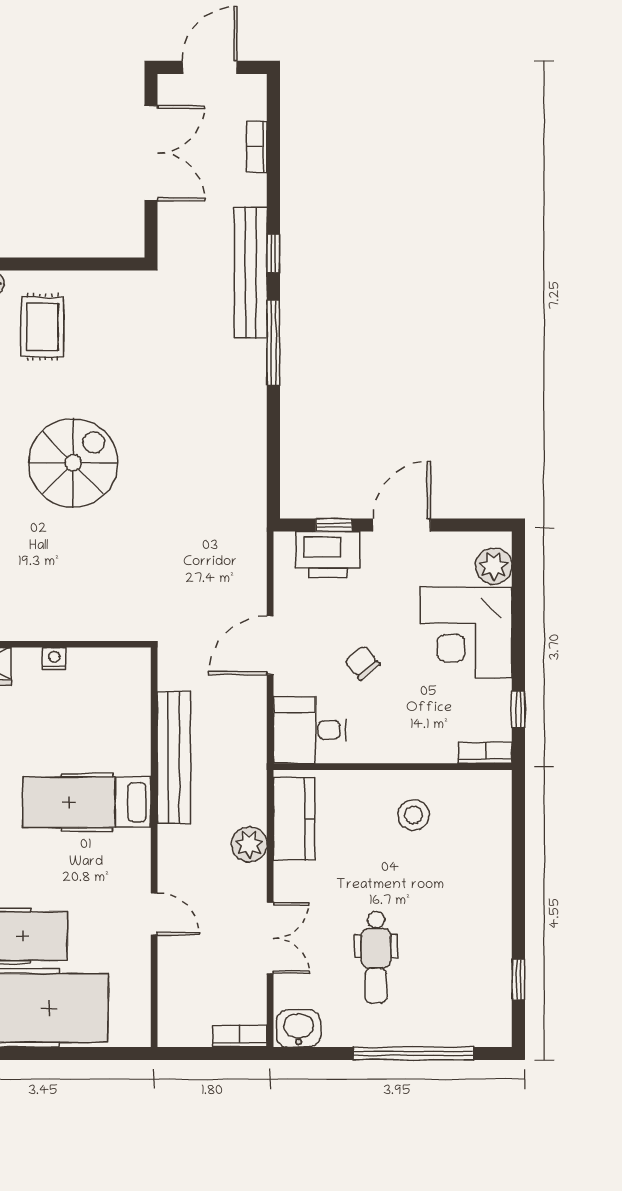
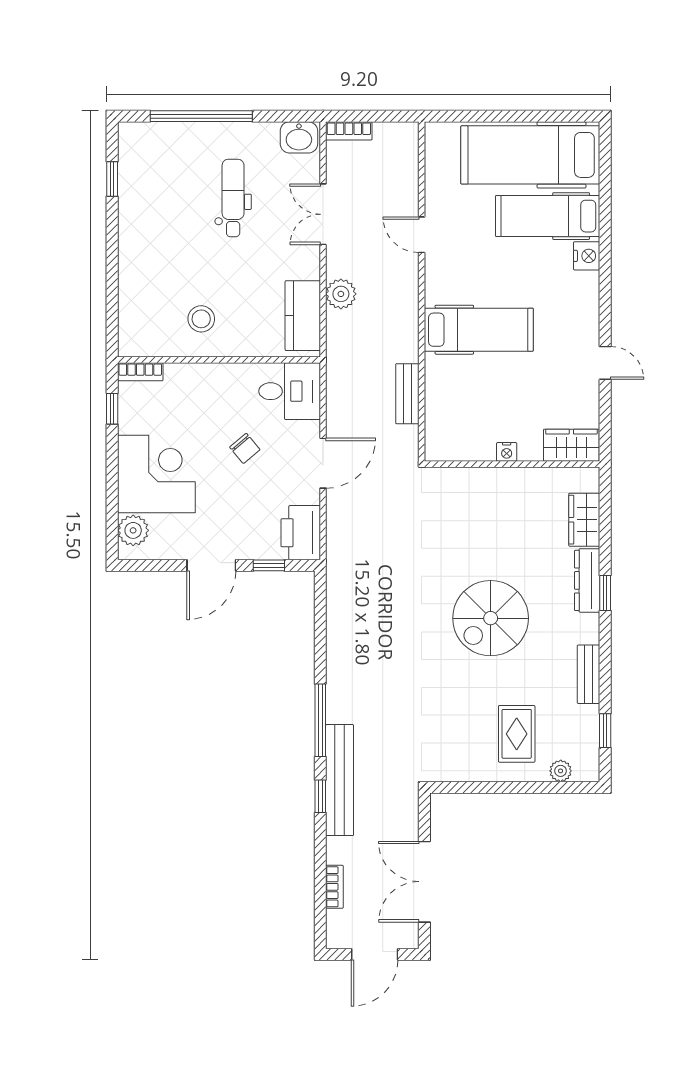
printer: (328, 554) -> (301, 533), moved, turned -90
bench: (174, 758) -> (407, 394), width x0.54, depth x0.82

